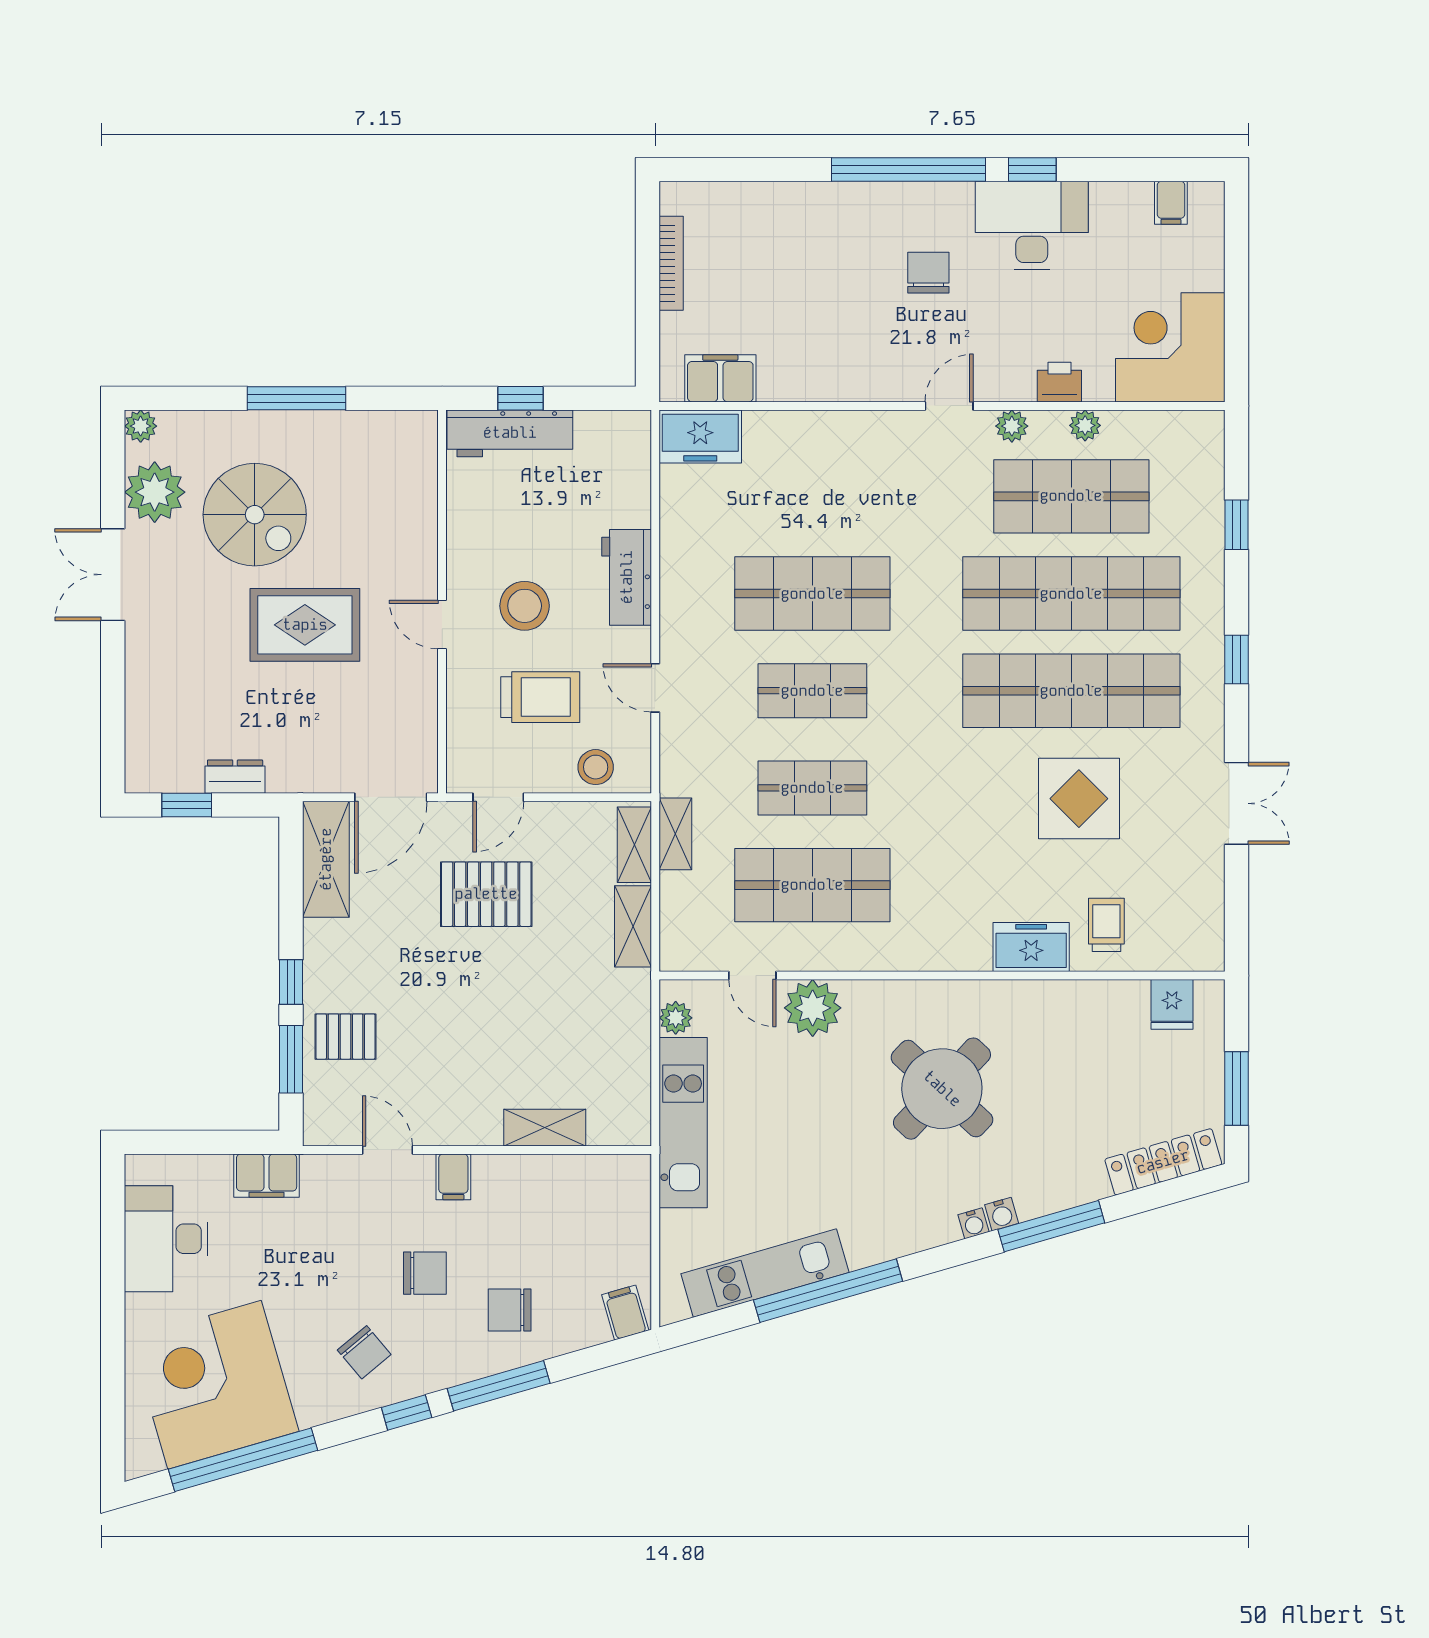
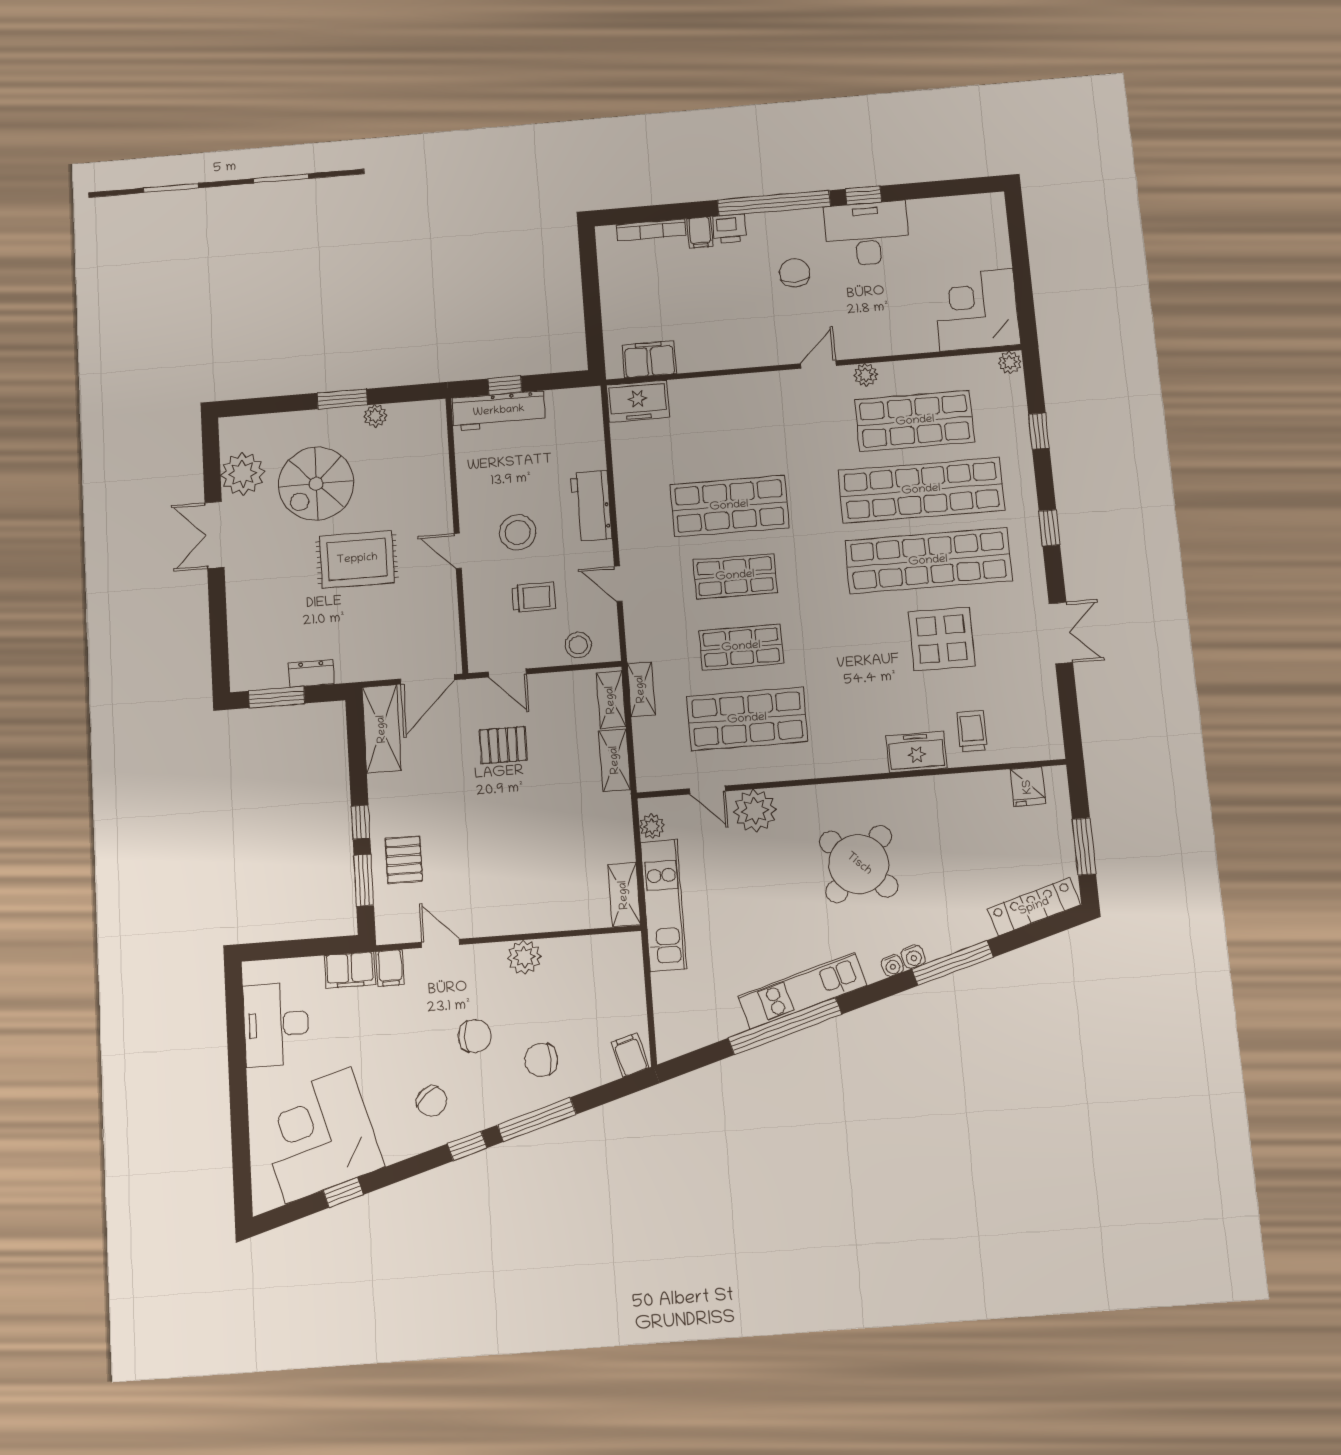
filing cabinet: (1171, 203) -> (700, 232), moved
bookcase: (671, 263) -> (651, 230), moved, turned 90
printer: (1059, 382) -> (730, 229), moved, turned 180
window: (296, 398) -> (342, 399), width x0.69
plant: (1085, 425) -> (1010, 362), moved
plant: (141, 426) -> (375, 416), moved
spiral stairs: (255, 515) -> (316, 484), turned 90
trolley: (540, 697) -> (534, 597), width x0.73, depth x0.72
door: (498, 797) -> (507, 673), hinge flipped
window: (187, 805) -> (277, 697), width x1.50
pallet: (486, 894) -> (503, 745), width x0.67, depth x0.71
pallet: (345, 1037) -> (404, 860), turned 90
shelving: (545, 1128) -> (624, 895), moved, turned 90
plant: (496, 1176) -> (524, 957), added
filing cabinet: (453, 1177) -> (390, 968), moved
kitchen unit: (765, 1273) -> (802, 991), moved
window: (243, 1460) -> (343, 1193), width x0.32

